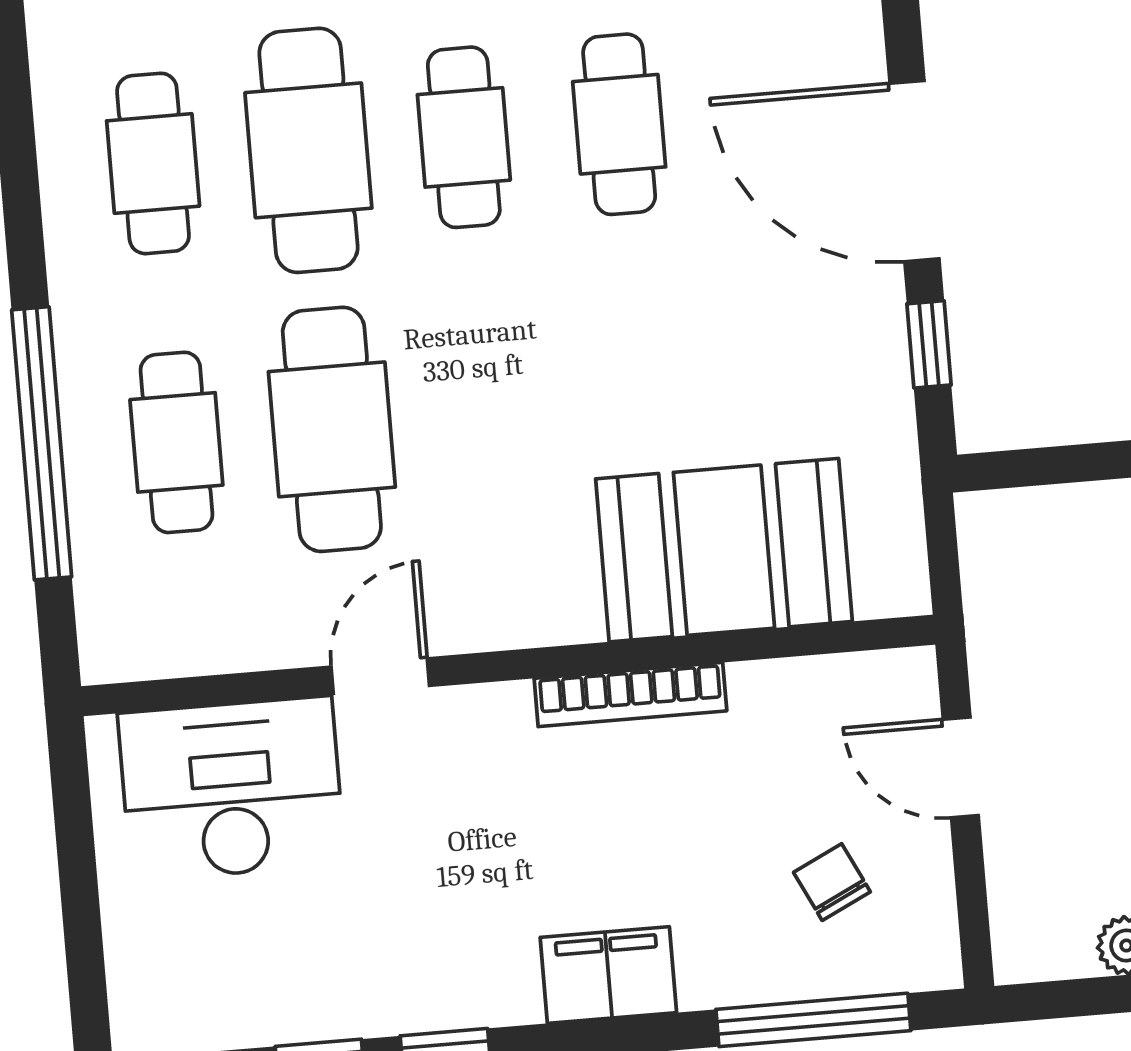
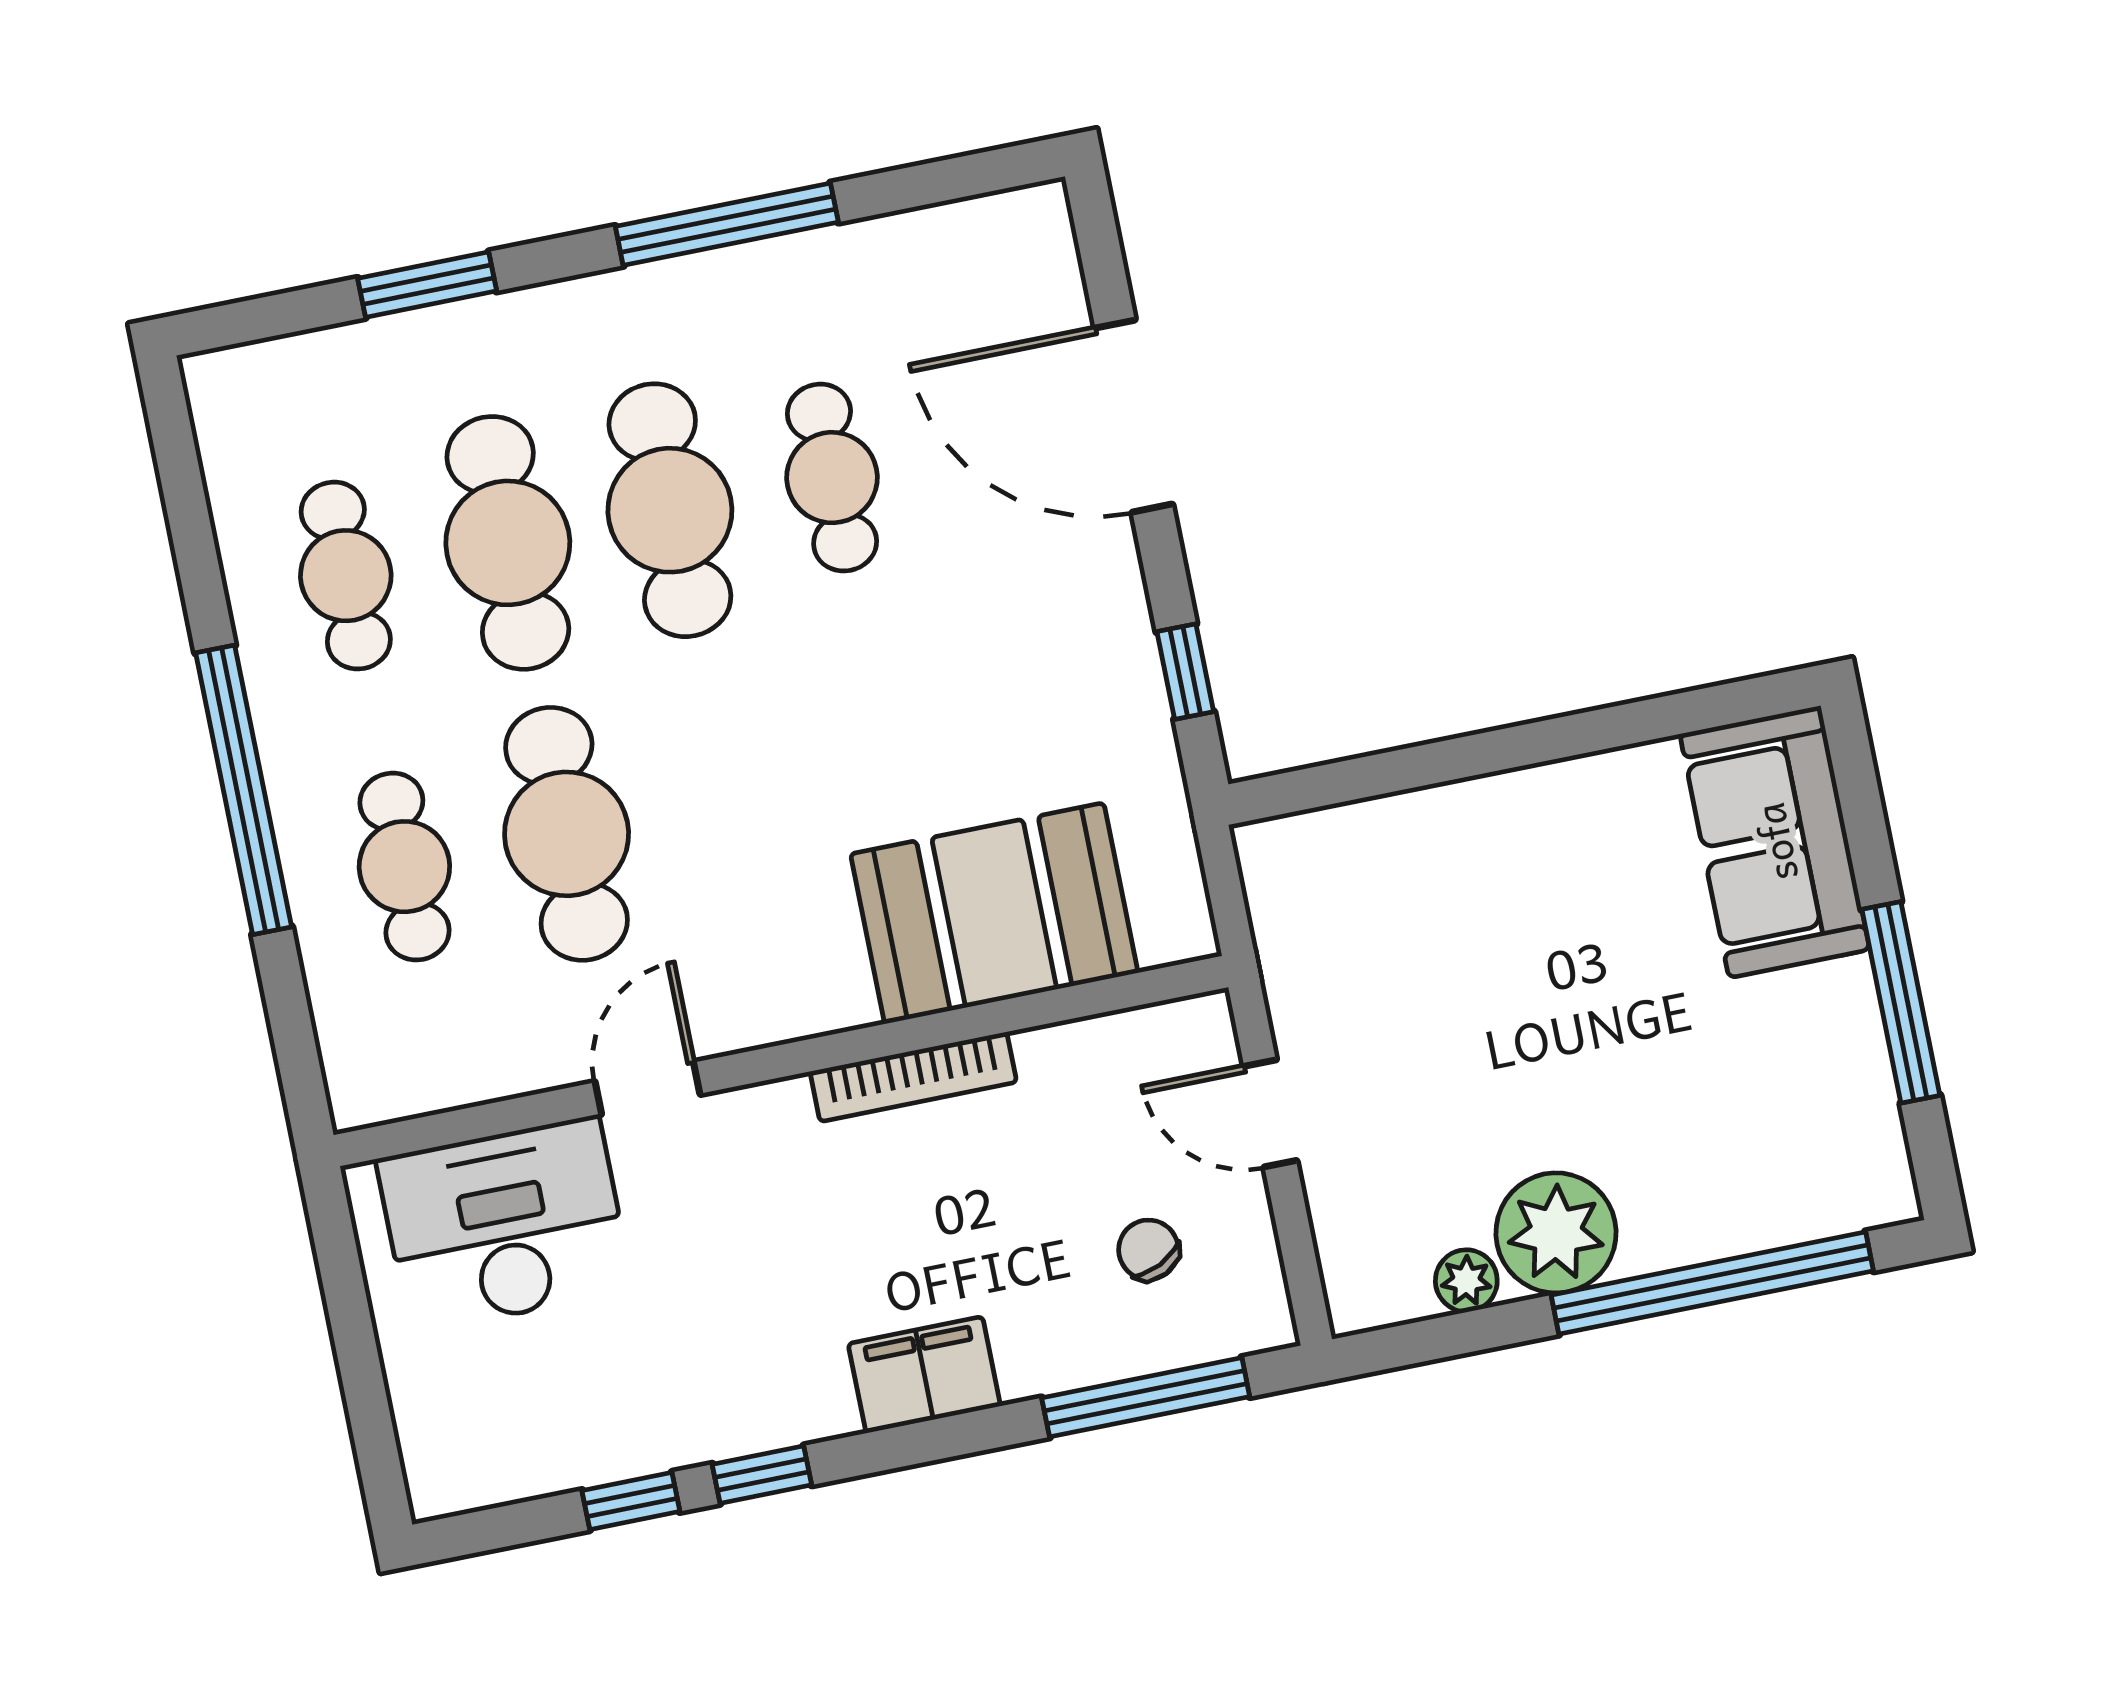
cafe table: (464, 137) -> (670, 510), width x1.37, depth x1.35
door: (914, 171) -> (1134, 416), moved
window: (42, 443) -> (244, 790), moved

